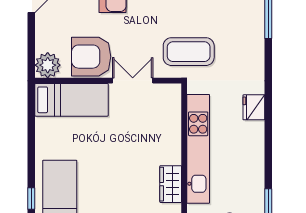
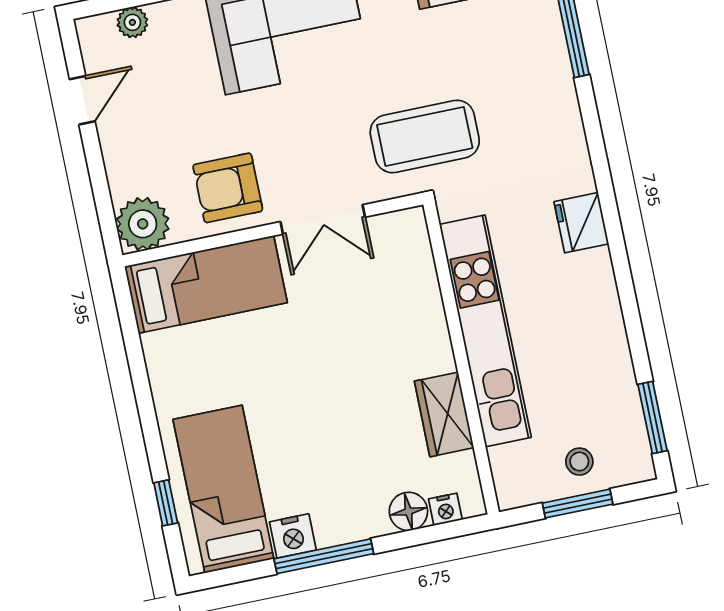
armchair: (91, 57) -> (228, 188), width x0.73, depth x0.73
double door: (133, 81) -> (323, 219), swing flipped

